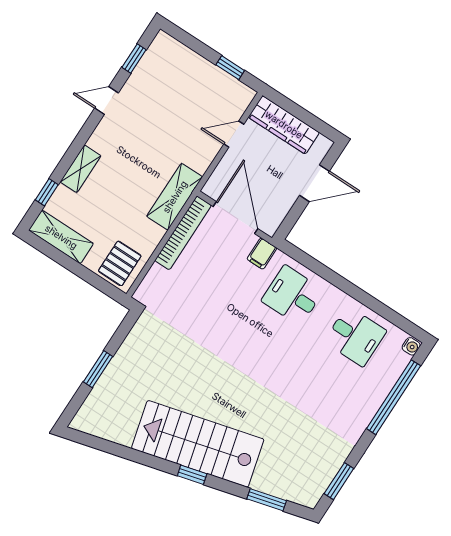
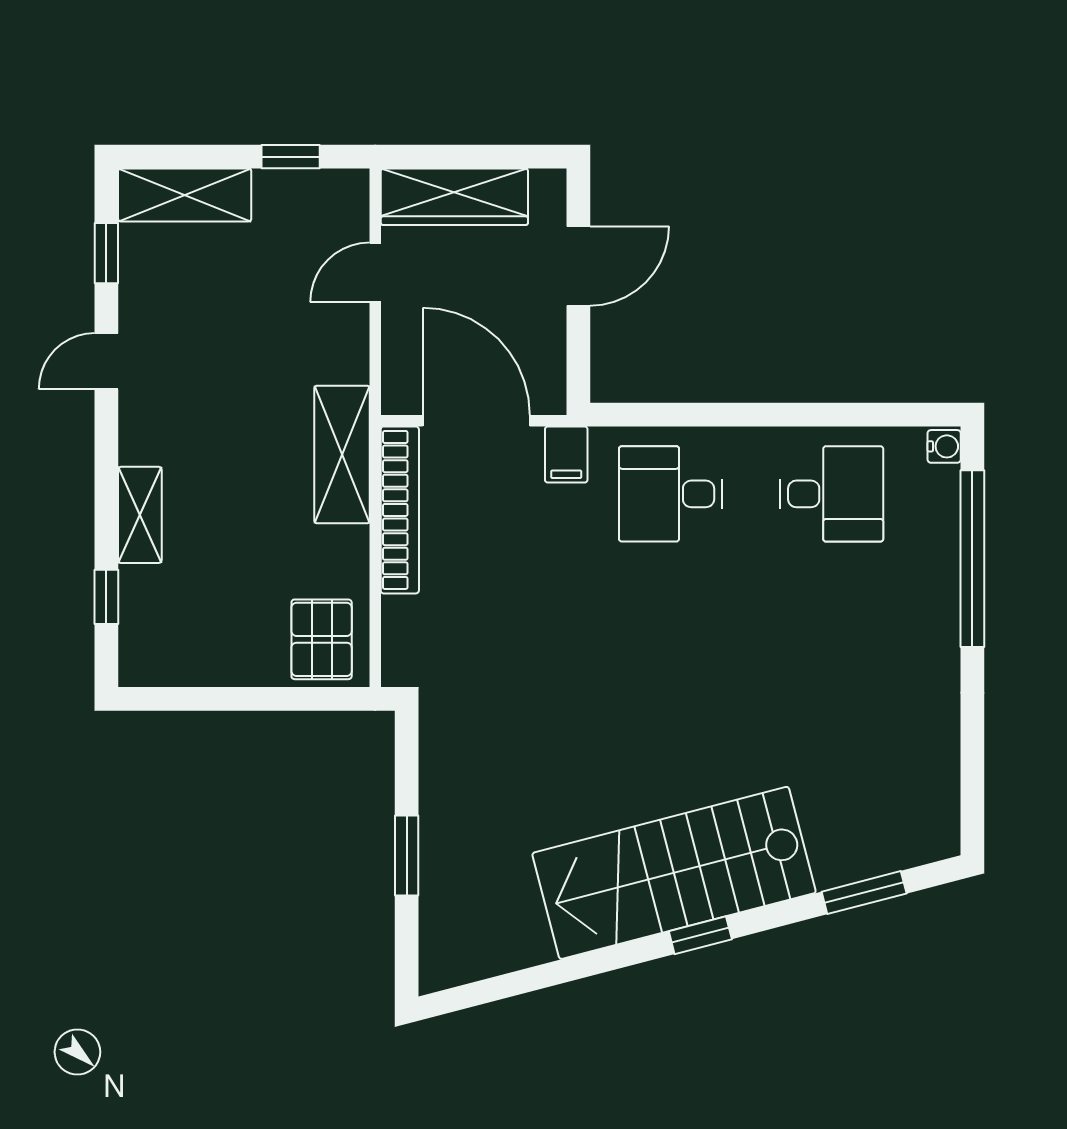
shelving: (61, 237) -> (185, 195), moved
window: (339, 481) -> (972, 774), removed

